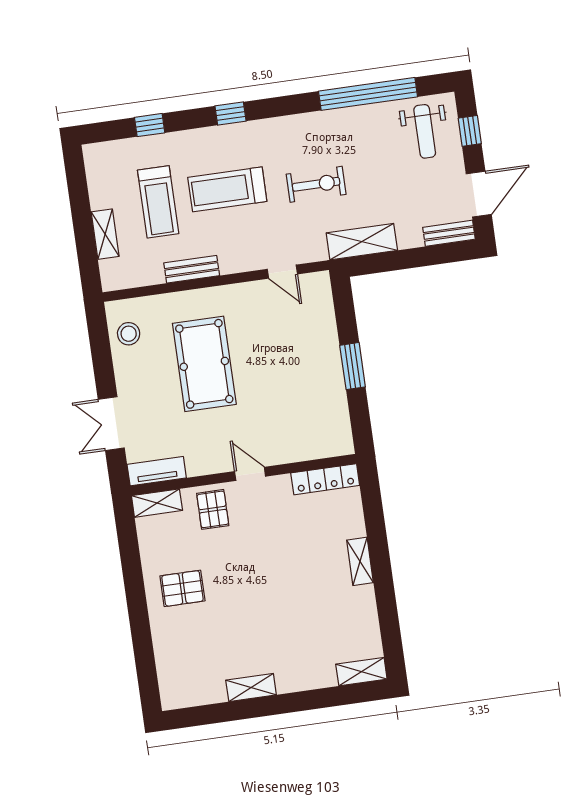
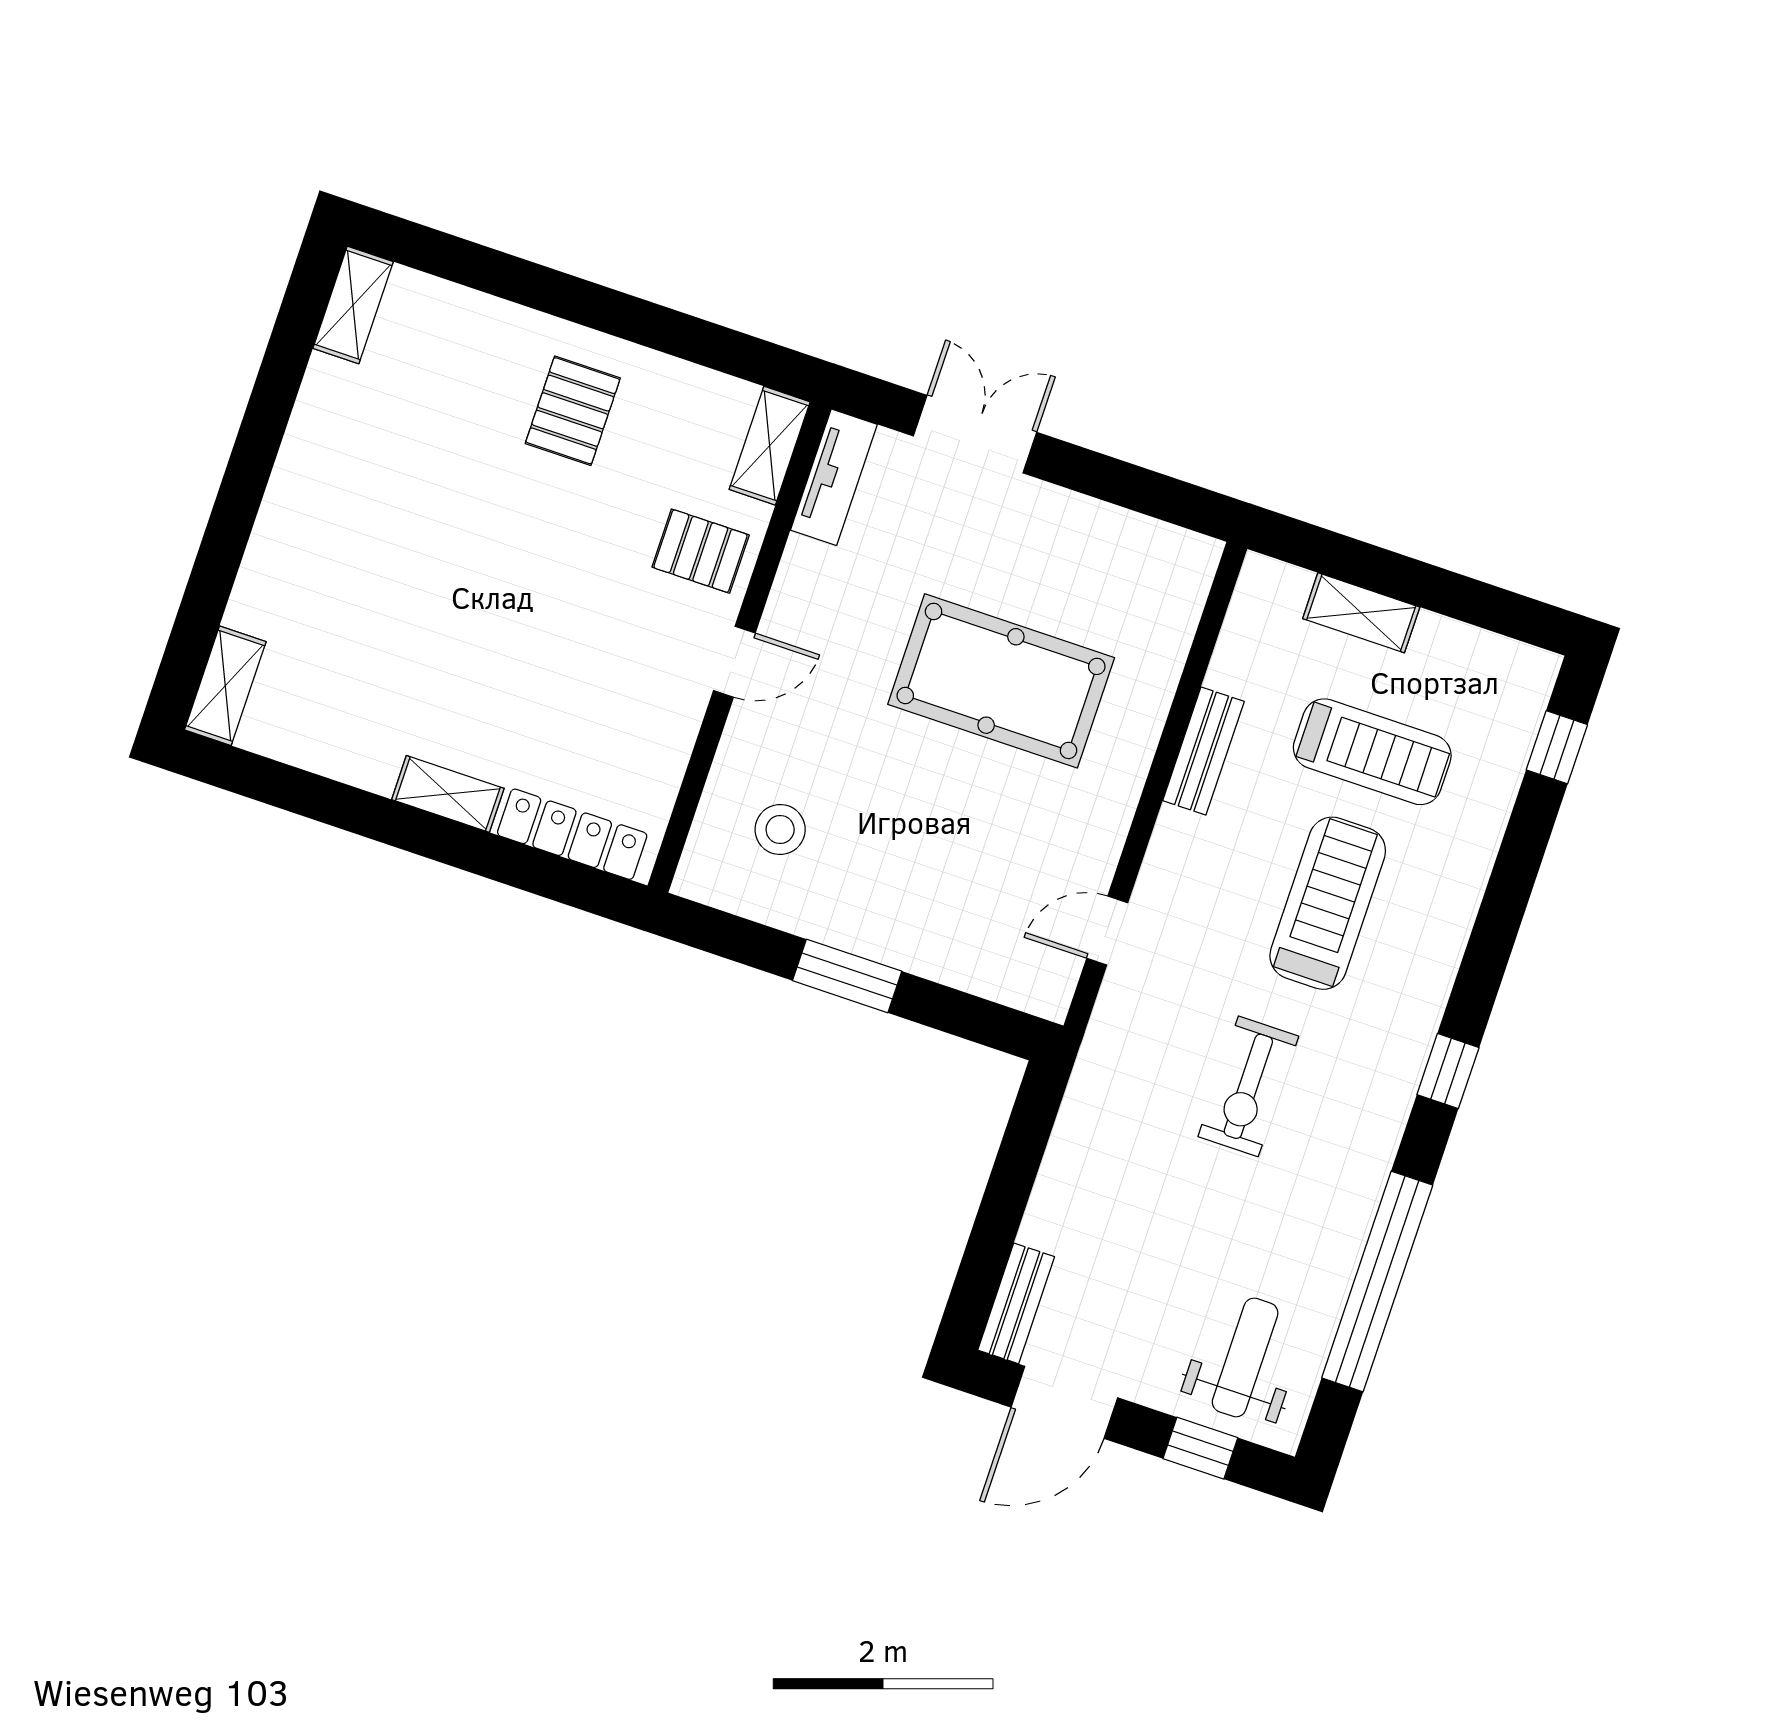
window: (230, 114) -> (1448, 1071), moved
window: (150, 125) -> (1557, 747), moved
weight bench: (425, 131) -> (1245, 1357), turned 90
door: (479, 194) -> (1064, 1402), hinge flipped
treadmill: (158, 202) -> (1372, 752), turned 180
shelving: (362, 242) -> (1087, 1120), removed
stool: (129, 334) -> (780, 829), moved
locker: (325, 479) -> (572, 834), moved, turned 90
shelving: (251, 688) -> (353, 305), moved

